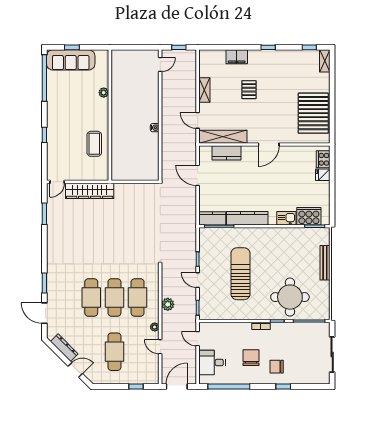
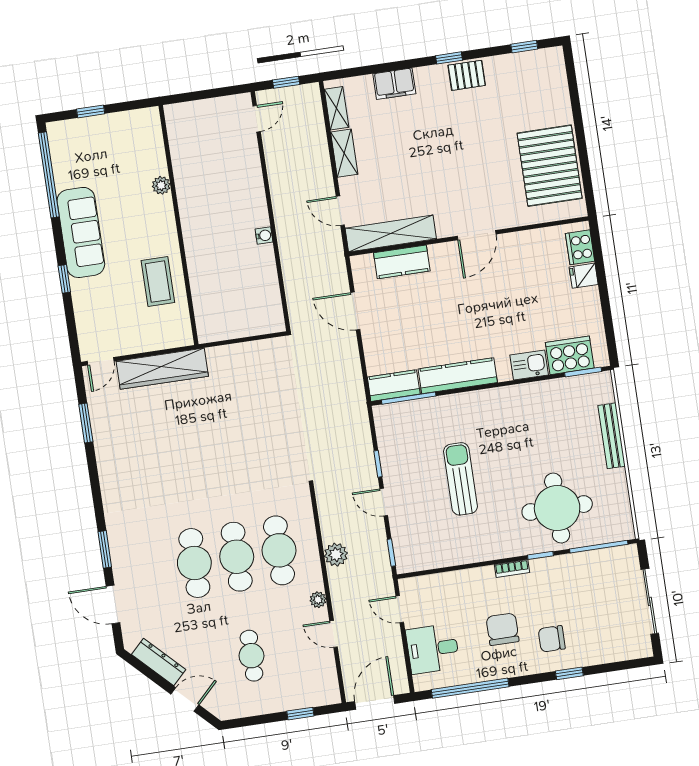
sofa: (71, 60) -> (81, 232), moved, turned -90
shelving: (325, 61) -> (337, 108), moved
pallet: (249, 90) -> (467, 75), moved, turned 90
sun lounger: (241, 274) -> (460, 479), width x0.73, depth x0.75
cafe table: (114, 352) -> (251, 656), width x0.73, depth x0.74

